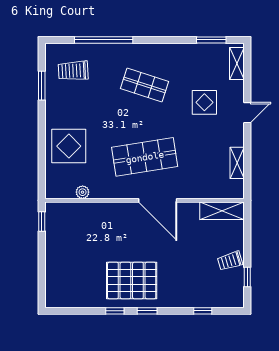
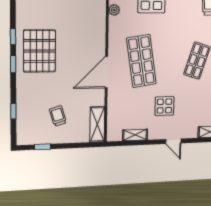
display table: (204, 102) -> (164, 106), moved
trolley: (230, 261) -> (58, 116), moved

